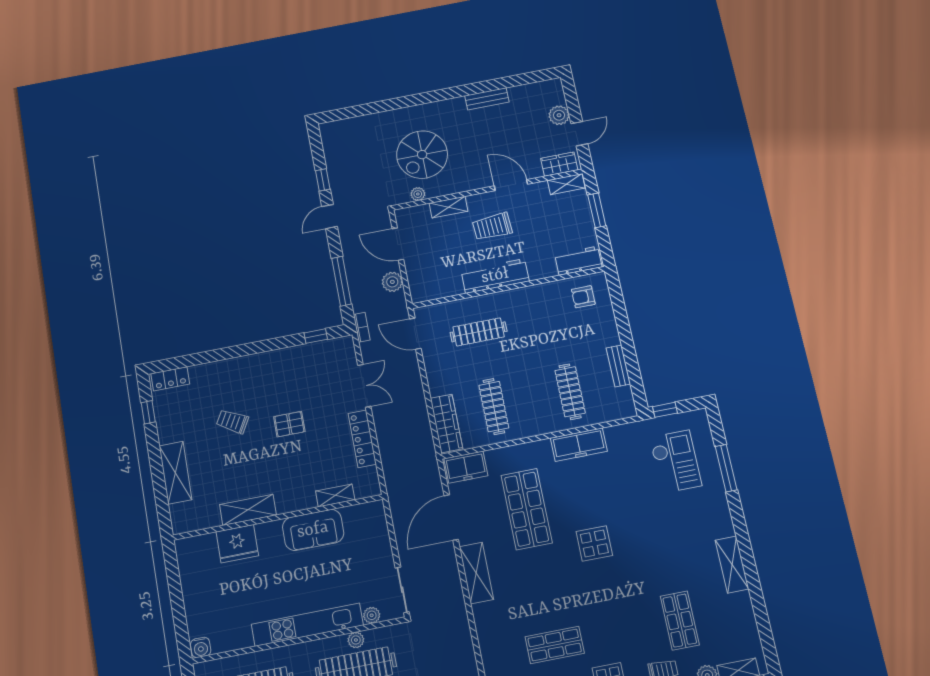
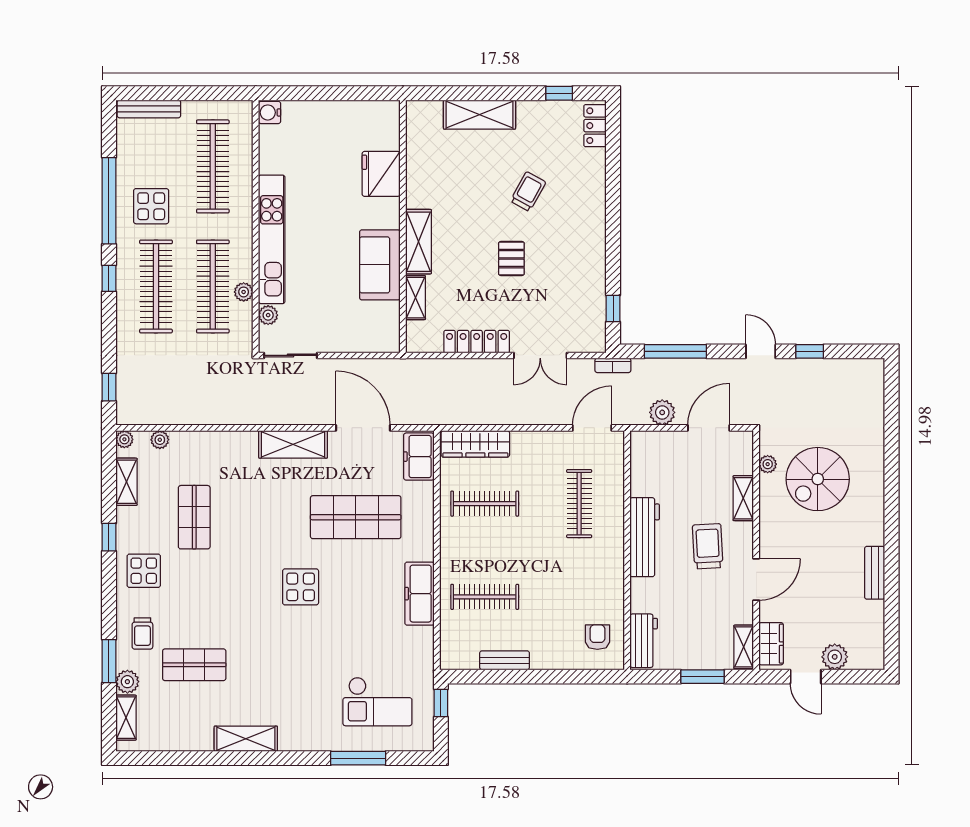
spiral stairs: (422, 155) -> (818, 479), turned -90
shelving: (248, 510) -> (418, 242), moved

